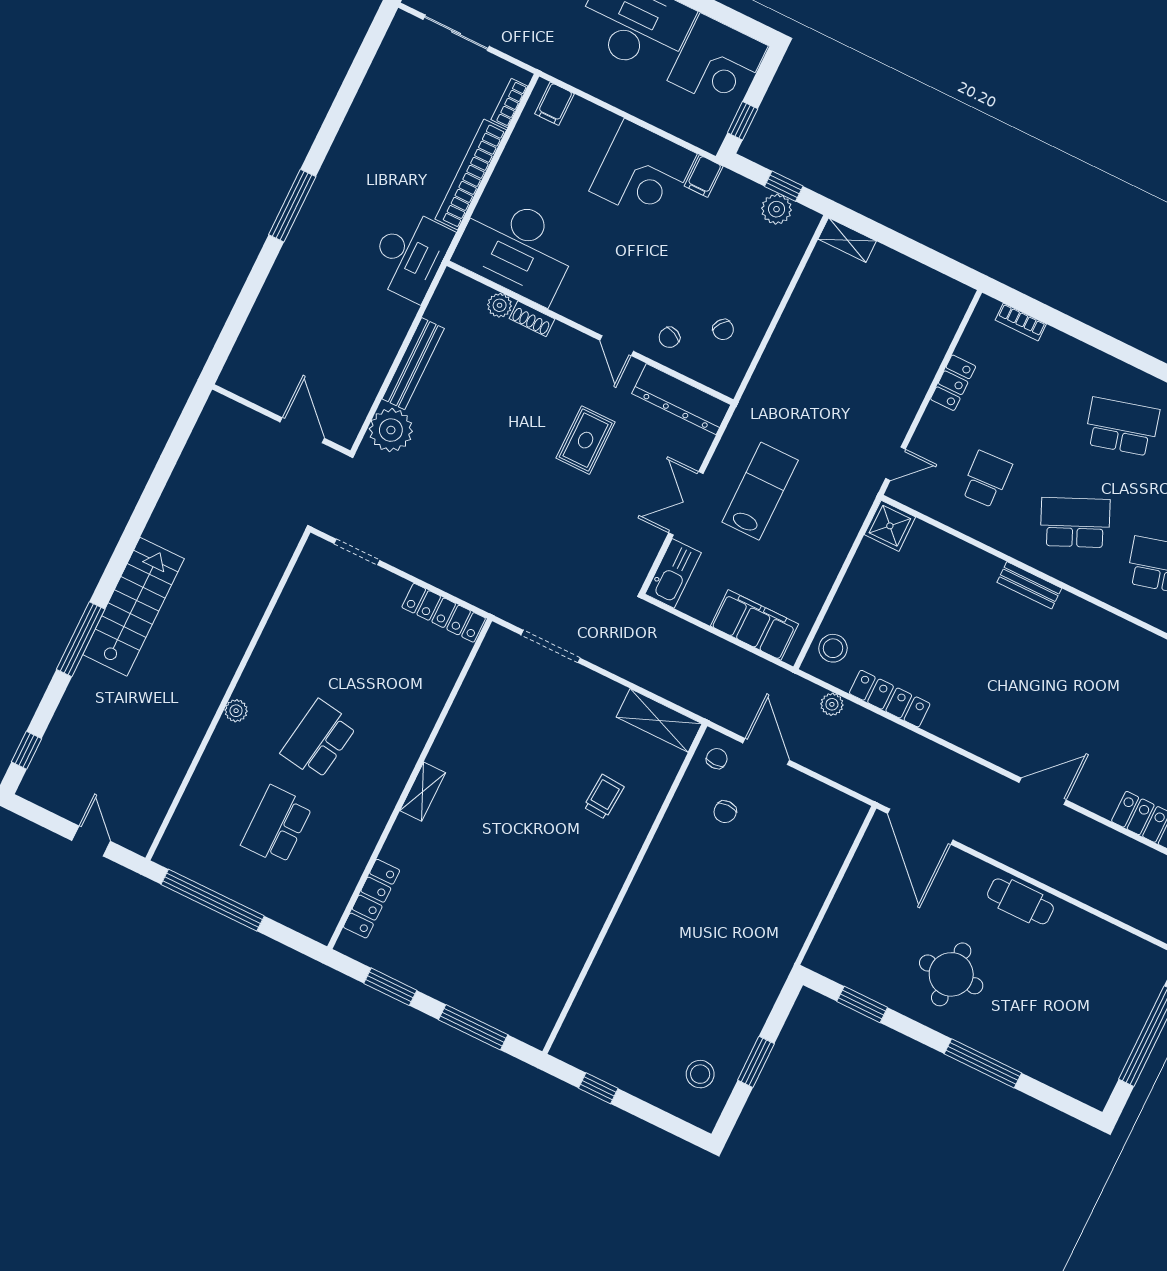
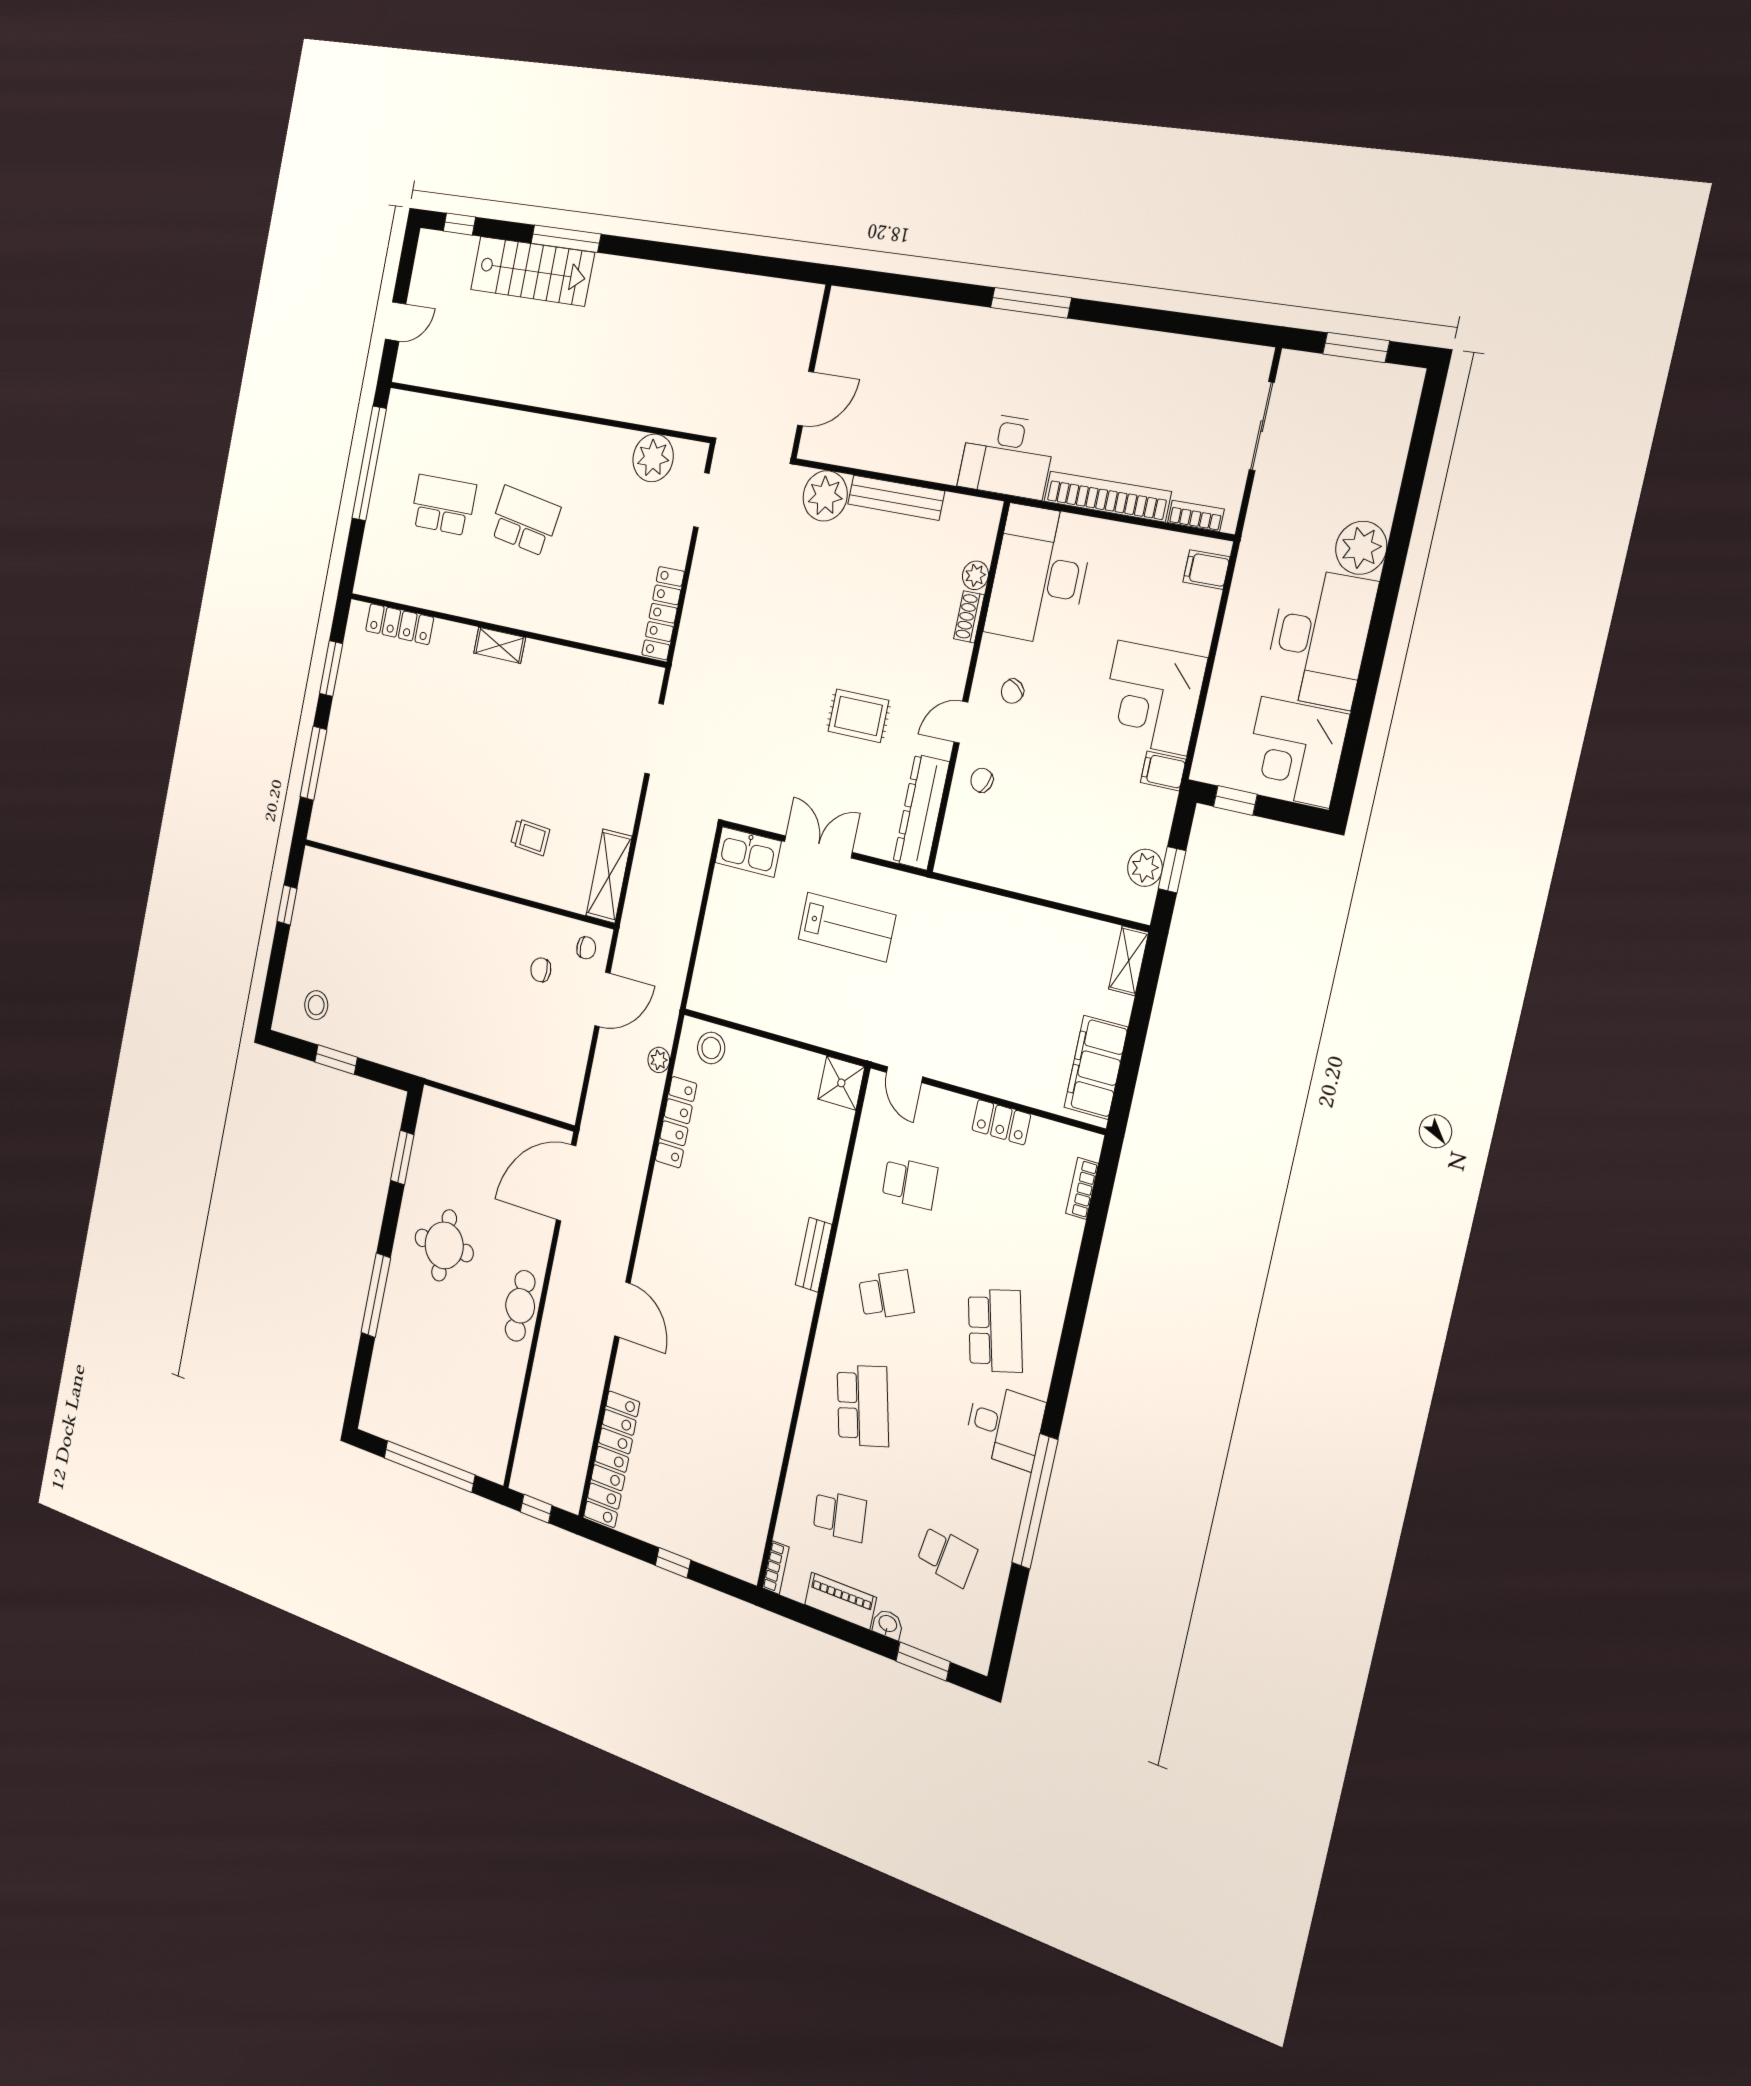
chair: (723, 330) -> (1012, 691), moved
school desk: (1075, 522) -> (886, 1295), width x0.54
stairs: (133, 607) -> (532, 271), moved
filing cabinet: (754, 625) -> (1096, 1067), moved, turned 180
plant: (236, 711) -> (653, 458), moved, width x1.87, depth x1.87

